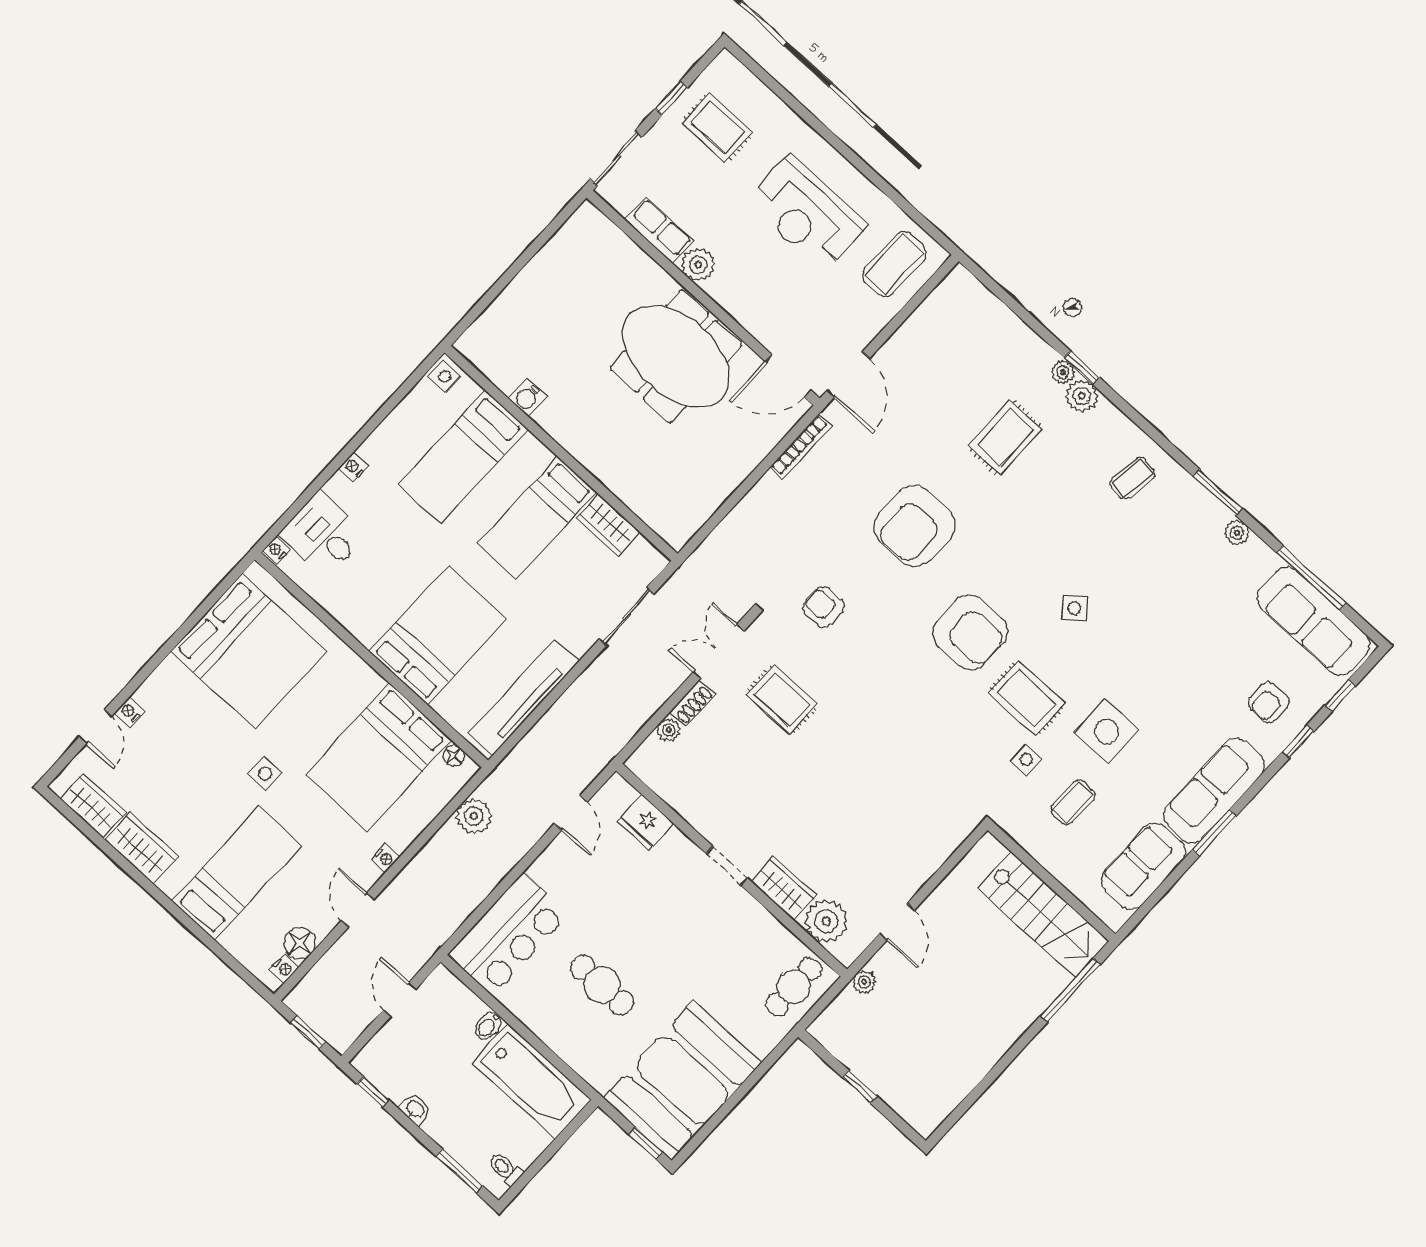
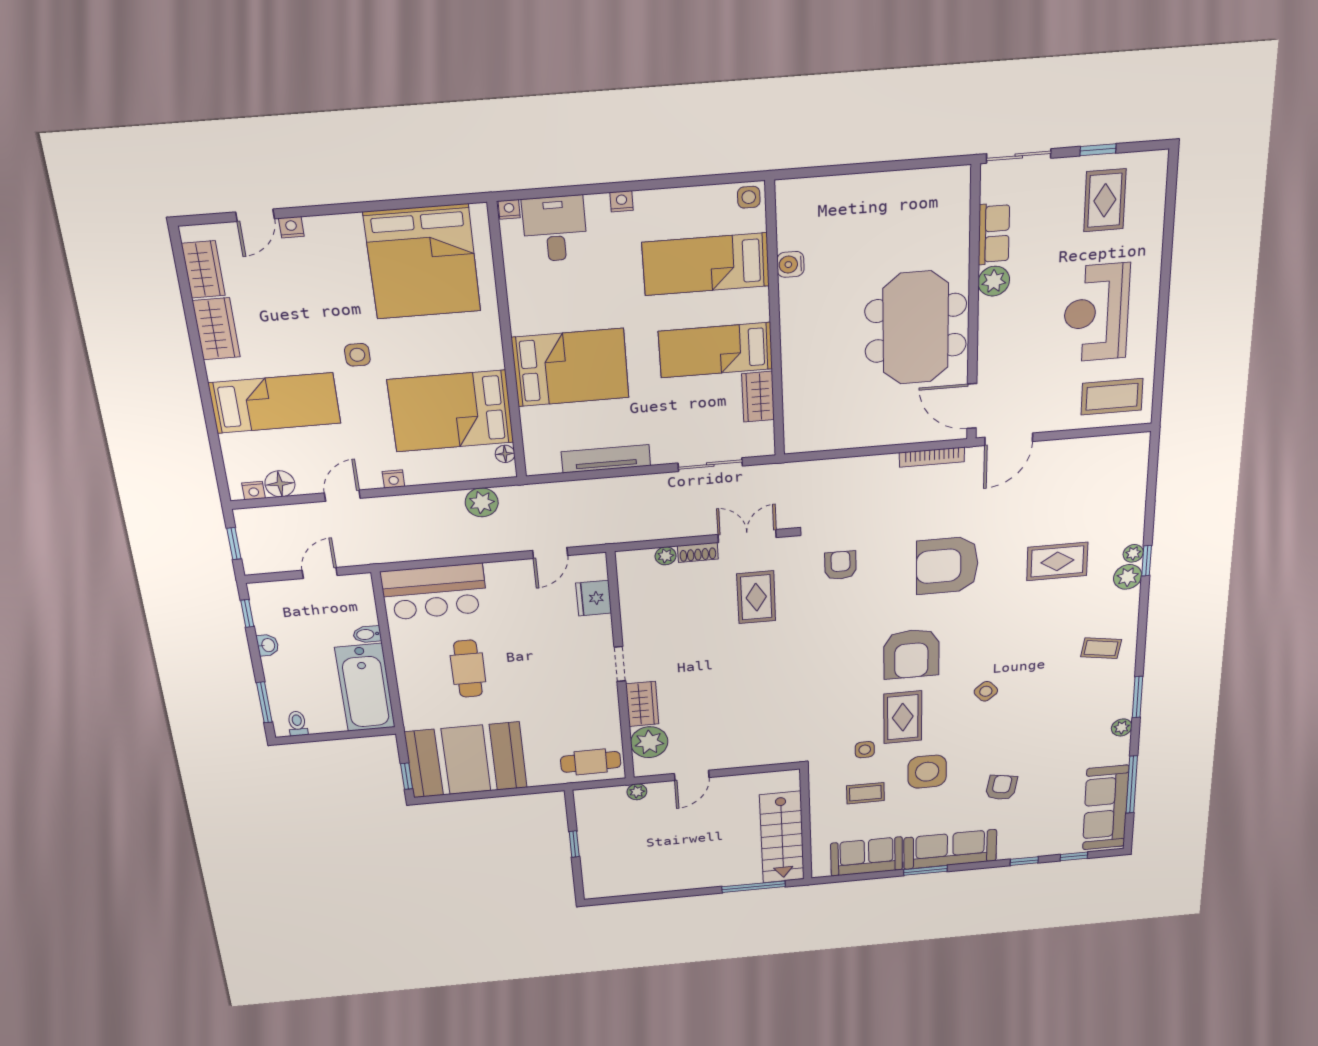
tv unit: (524, 698) -> (606, 459), width x0.73, depth x0.78
armchair: (1269, 702) -> (1001, 787), moved, turned 100

